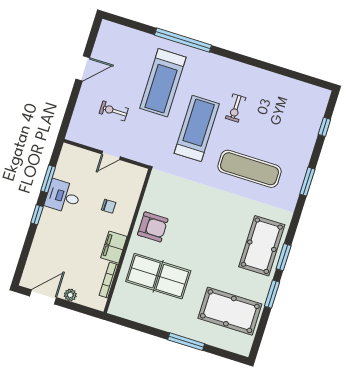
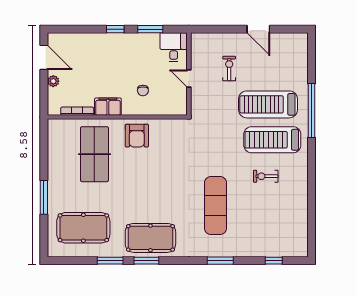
treadmill: (197, 128) -> (272, 140), moved, turned 180
desk: (63, 196) -> (174, 47), moved
pool table: (230, 311) -> (83, 228), turned 90

